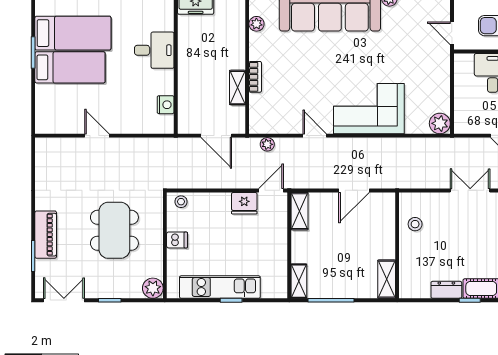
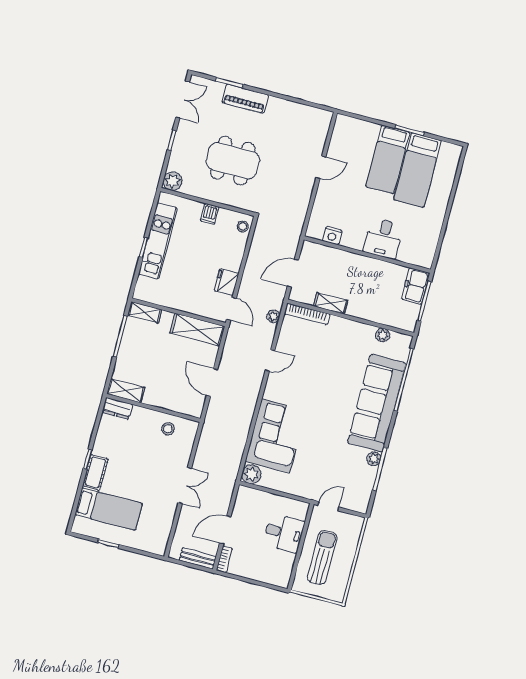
bookcase: (255, 77) -> (307, 314), moved, width x1.56
corner sofa: (369, 109) -> (276, 436), moved
shelving: (300, 211) -> (198, 330), width x1.50, depth x1.33
dresser: (446, 290) -> (117, 408), moved, turned 90

